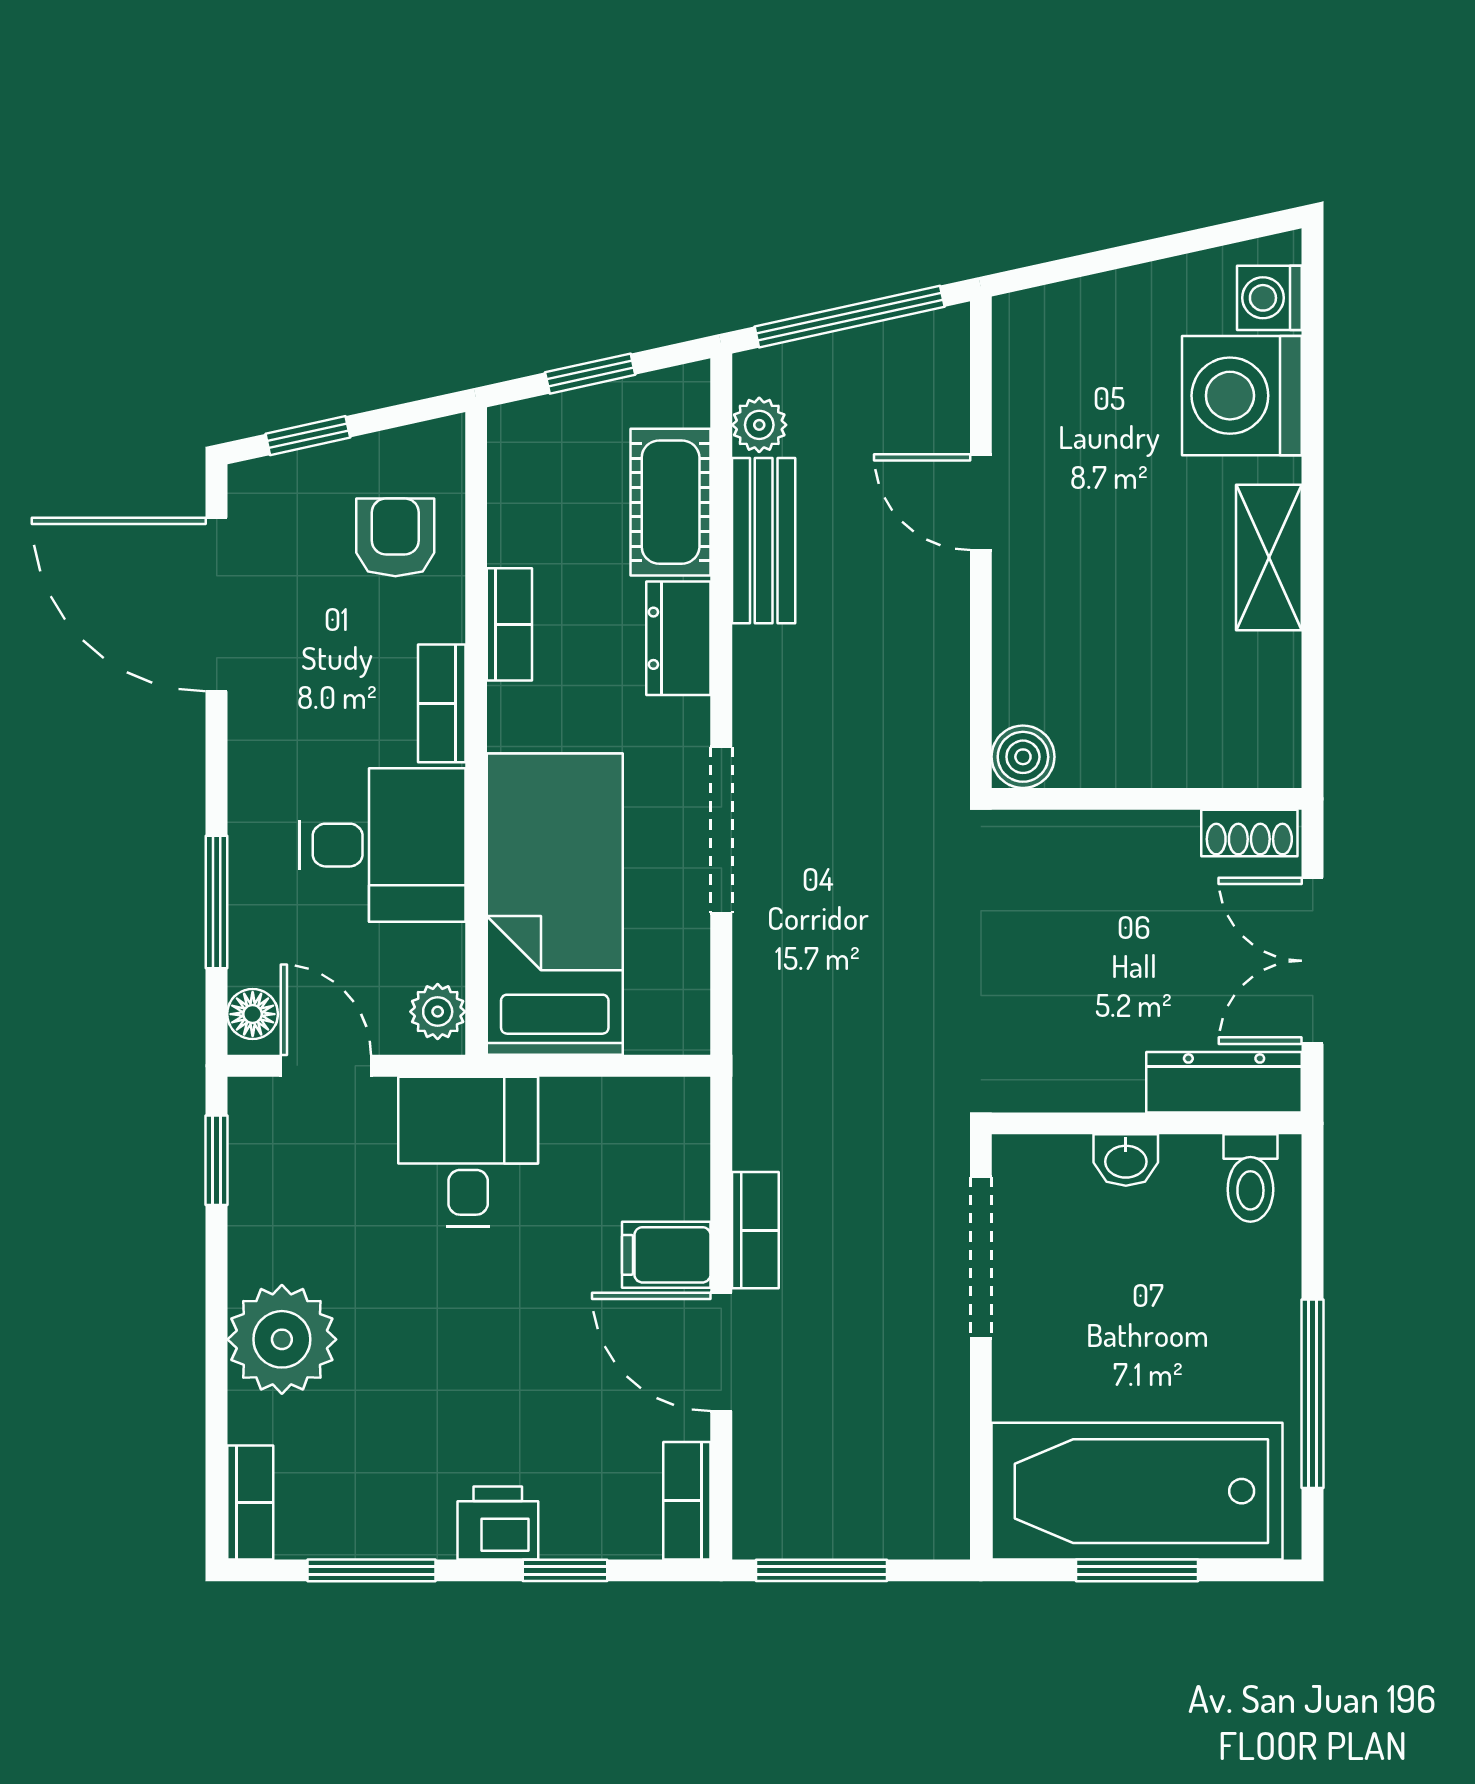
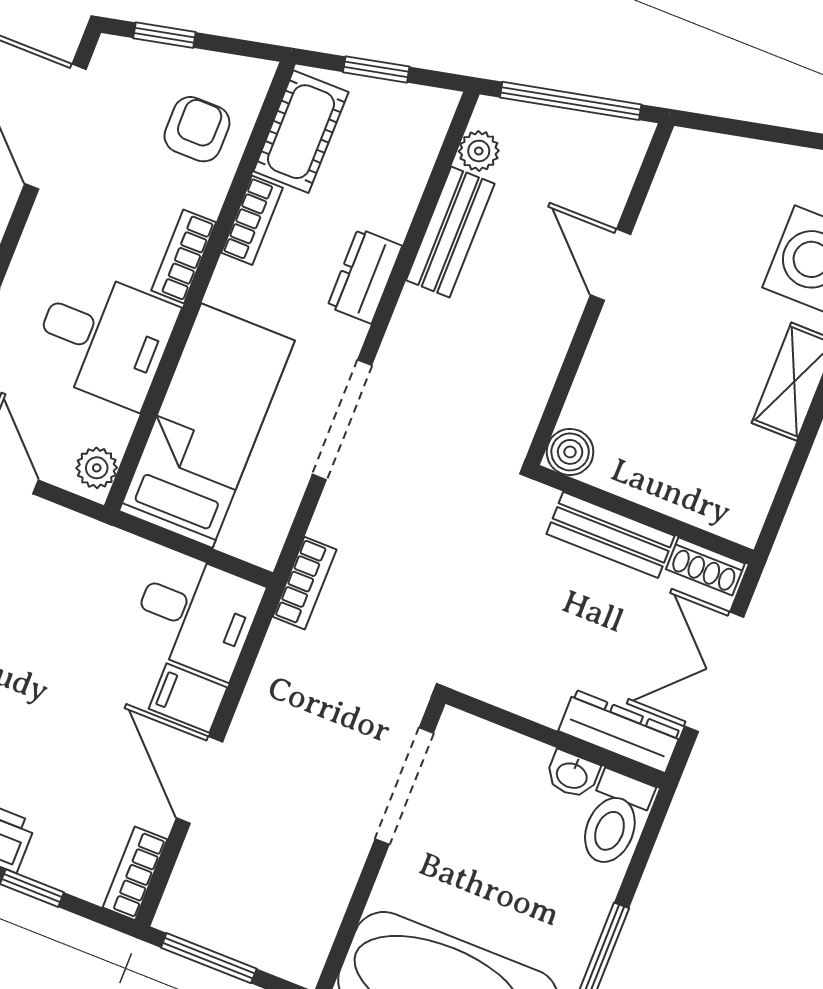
cot: (671, 502) -> (301, 132), moved
bench: (1115, 841) -> (611, 535), added
desk: (468, 1152) -> (196, 615), moved, turned 90
washbasin: (1126, 1160) -> (572, 775), moved
toilet: (1250, 1178) -> (614, 819), width x1.37, depth x1.39
bookcase: (755, 1230) -> (305, 583), moved

